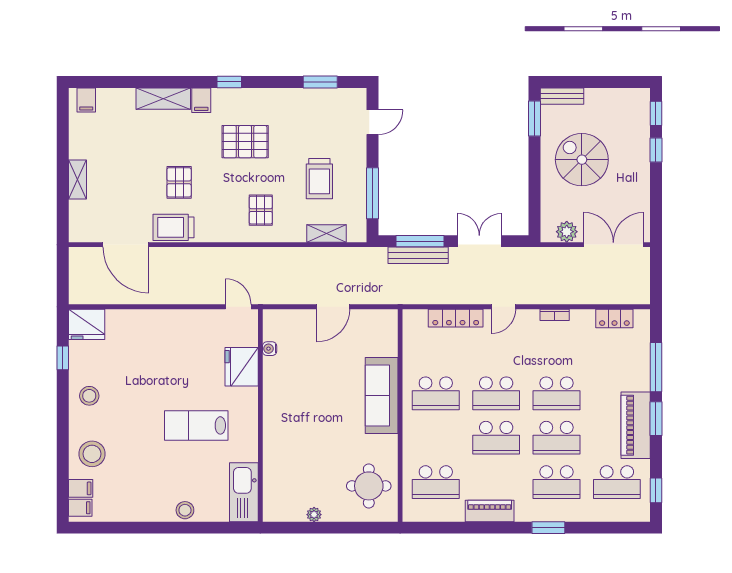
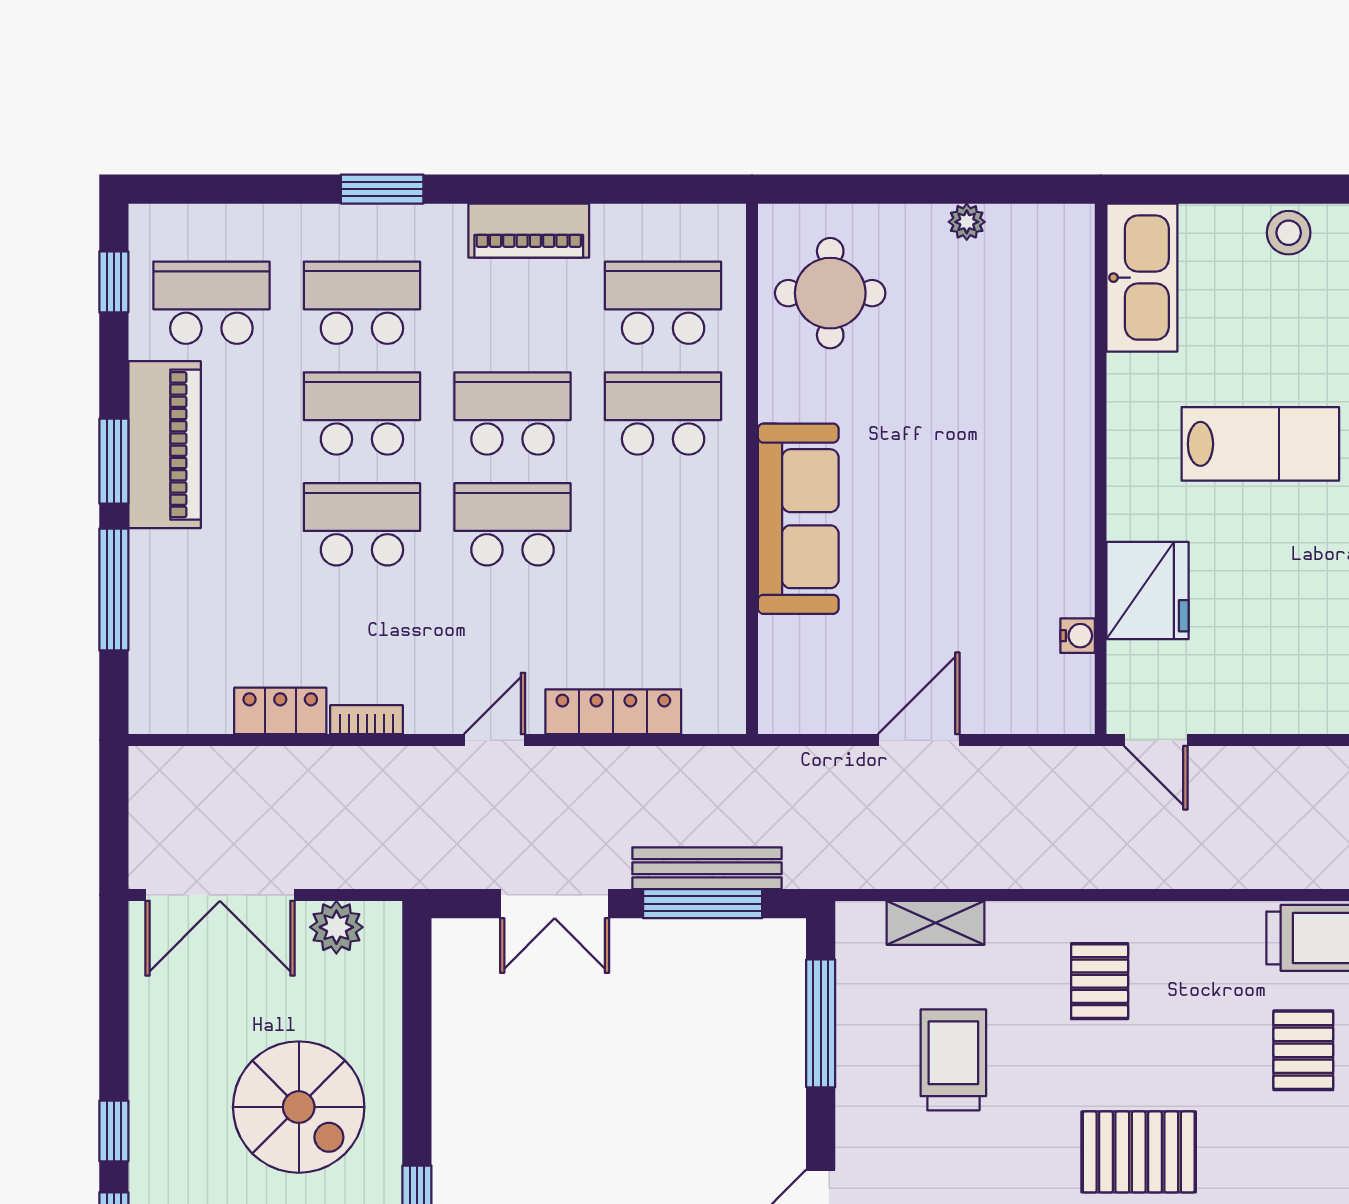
locker: (614, 318) -> (280, 711), moved
school desk: (436, 393) -> (663, 414), moved

